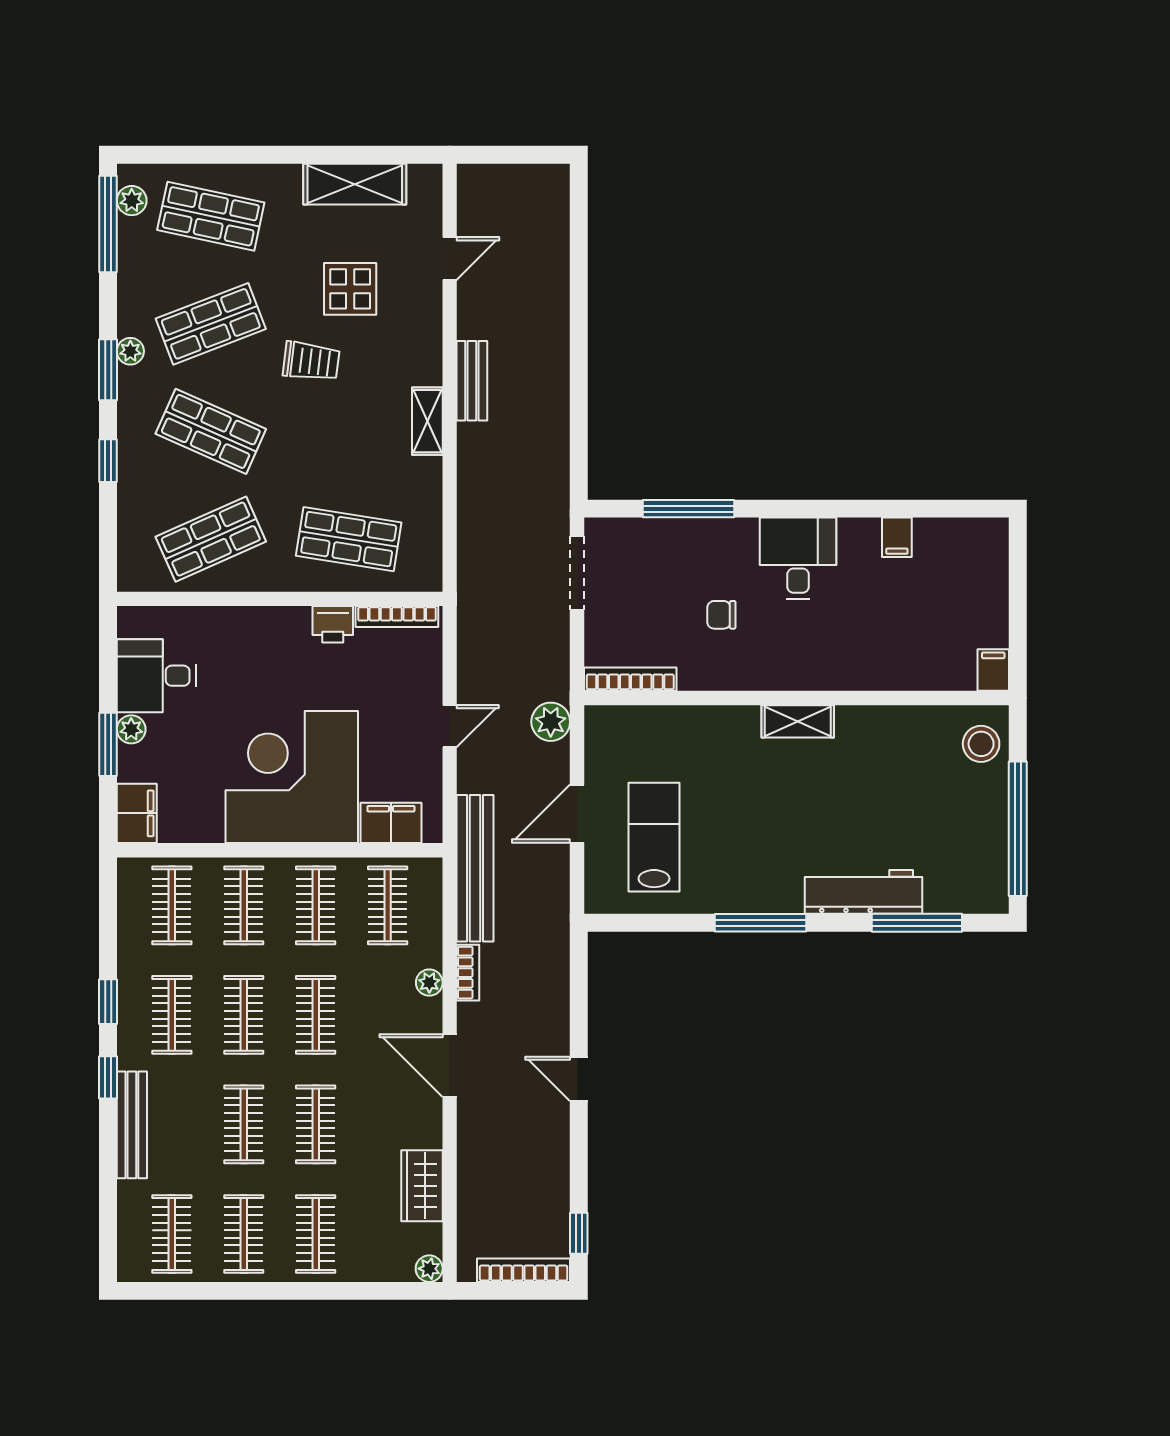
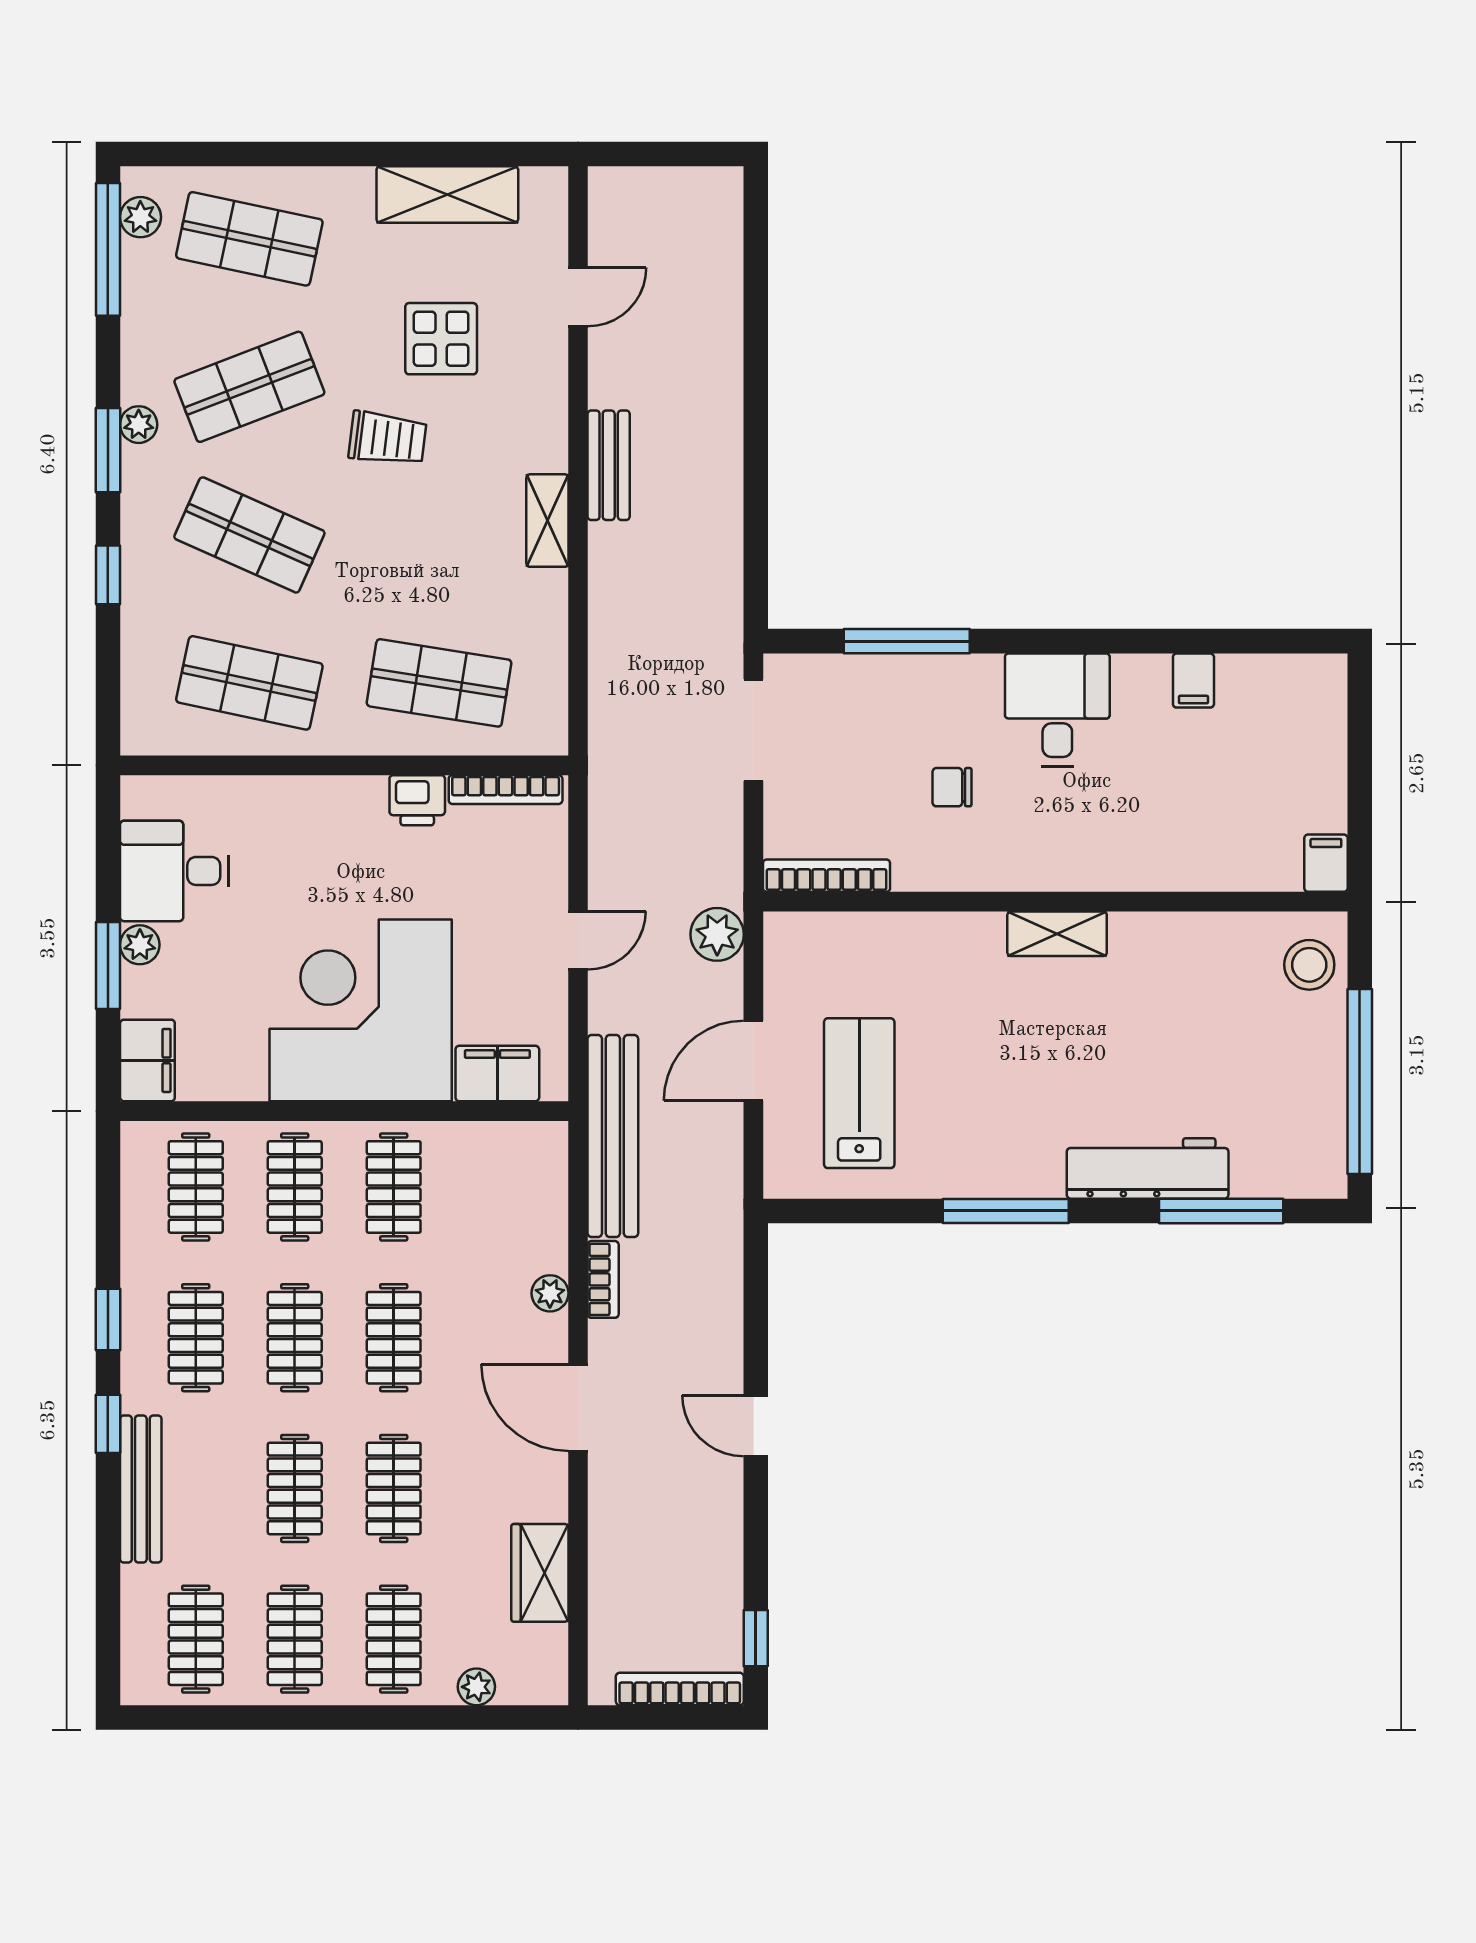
shop shelf: (211, 539) -> (249, 683), turned 36
clothes rail: (388, 905) -> (493, 1187), removed
plant: (429, 1269) -> (476, 1687), moved

